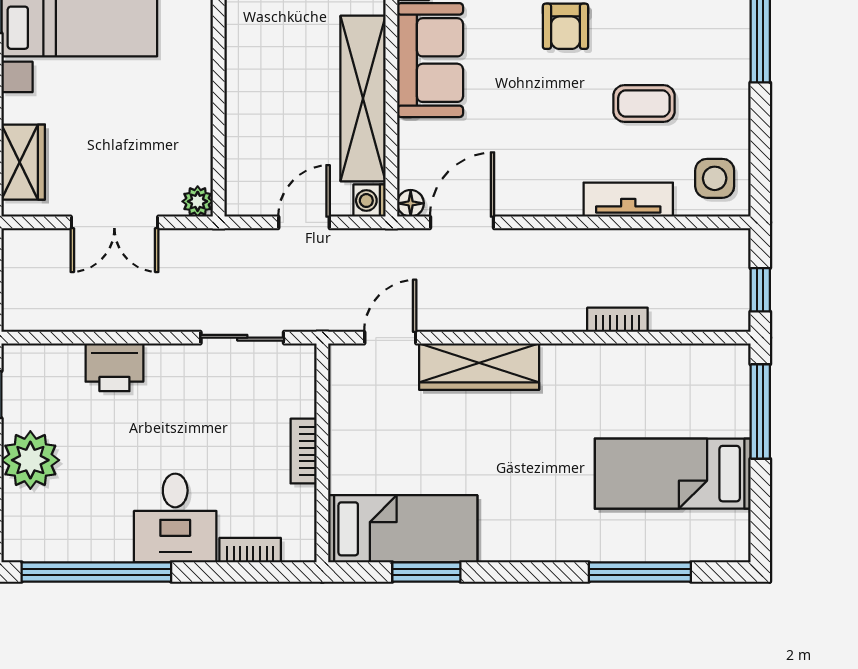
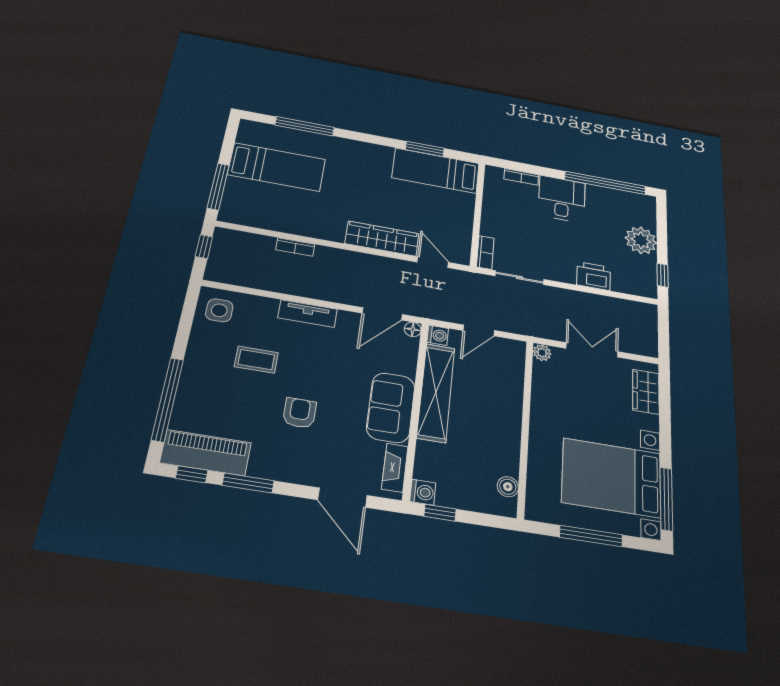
tv unit: (628, 200) -> (308, 314), moved
door: (390, 338) -> (433, 262), swing flipped
bookcase: (304, 451) -> (485, 252), moved

